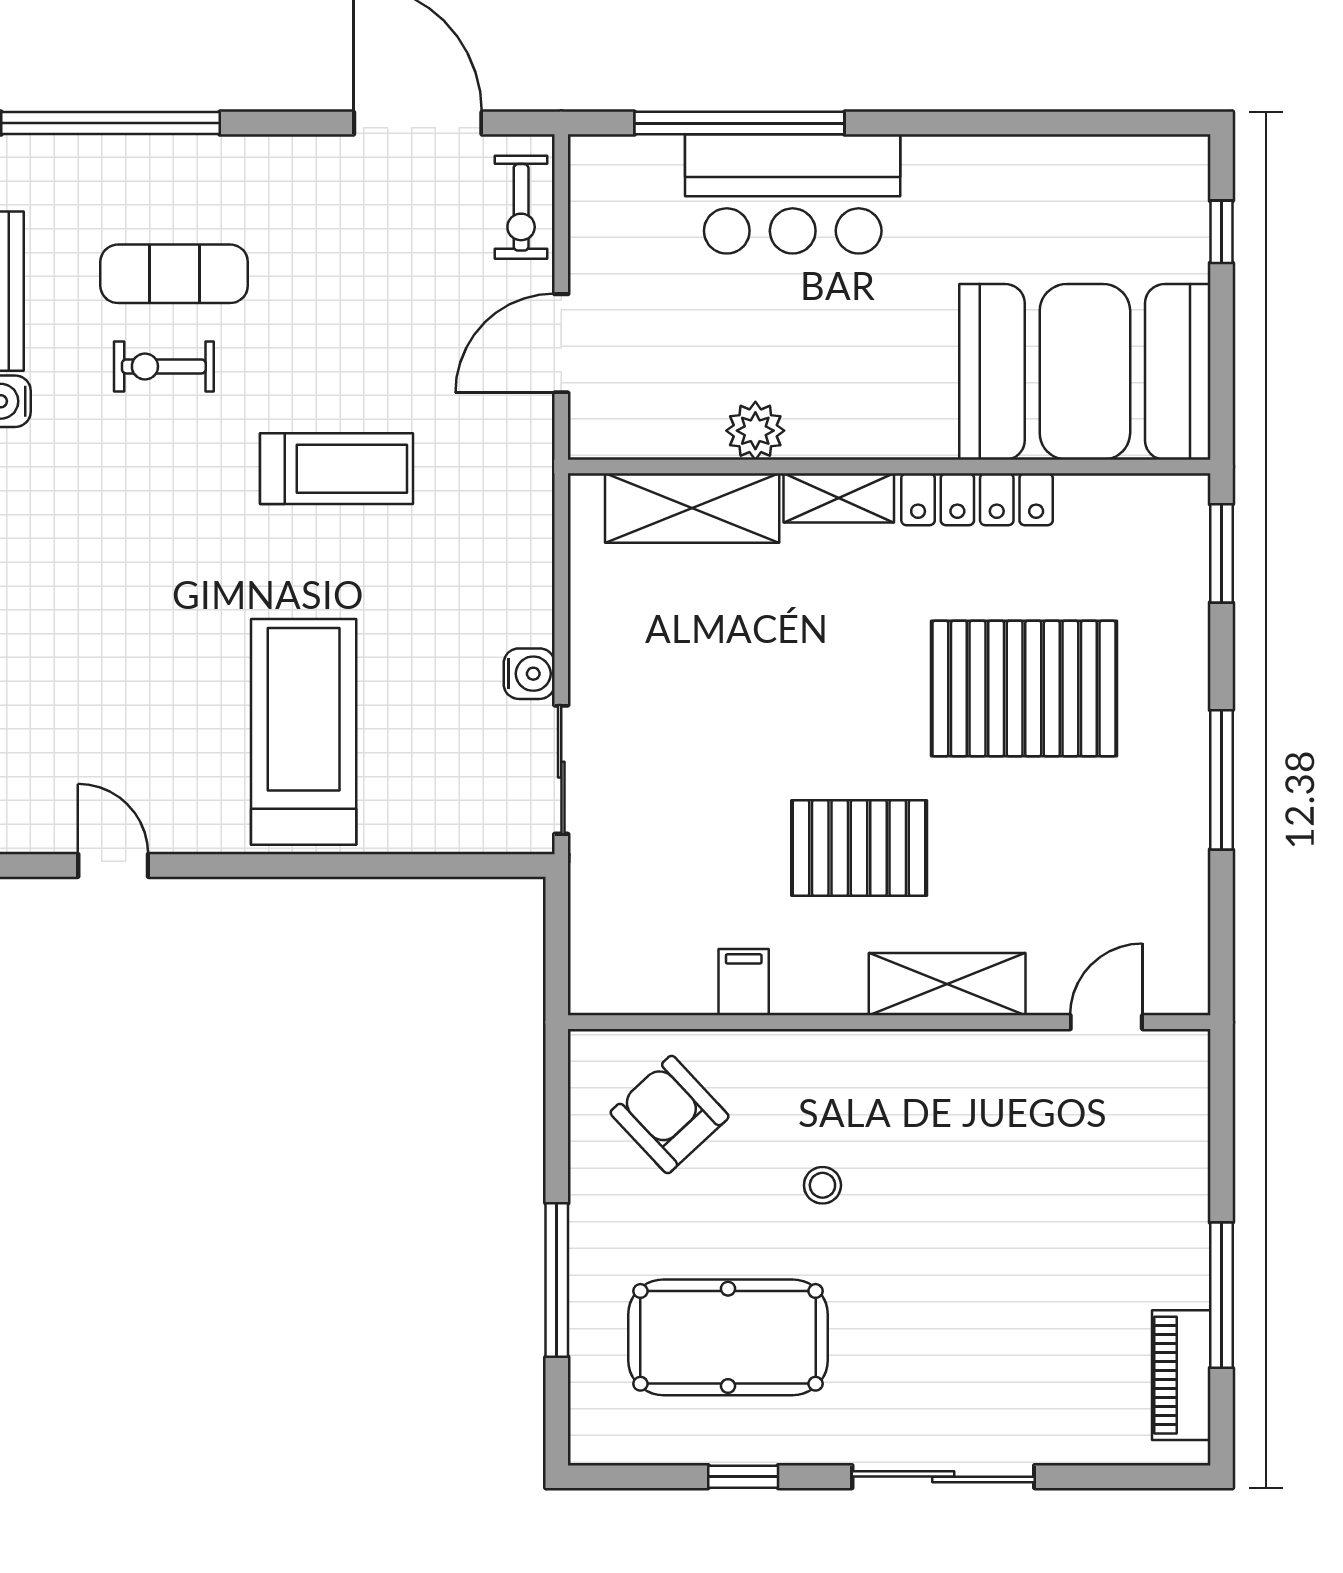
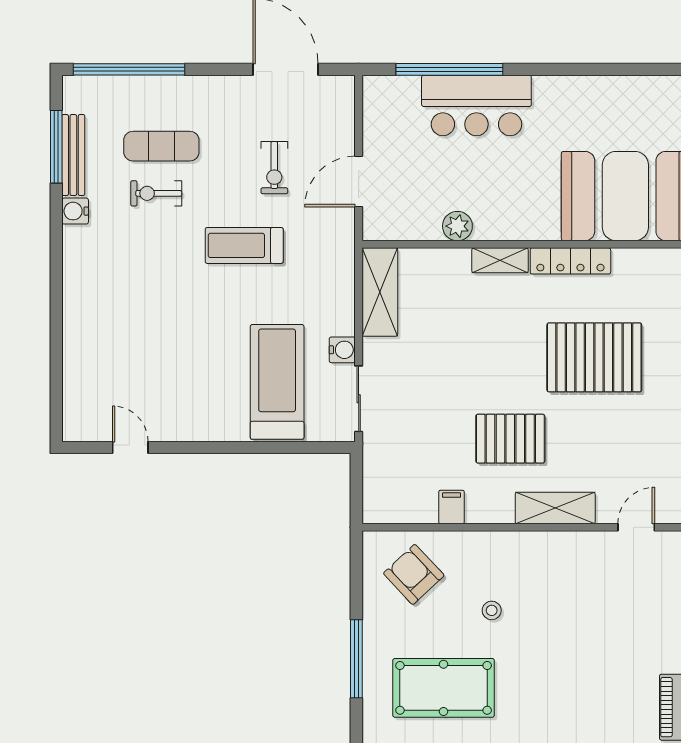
exercise bike: (521, 207) -> (274, 168), moved
treadmill: (337, 469) -> (244, 245), turned 180
shelving: (692, 508) -> (380, 292), moved, turned 90
treadmill: (304, 732) -> (277, 382), moved

